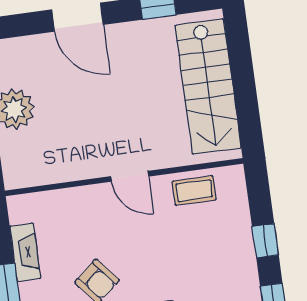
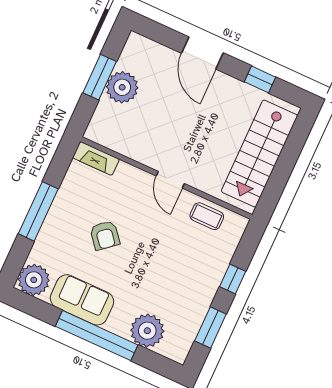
fireplace: (25, 252) -> (96, 158), moved, turned 90

